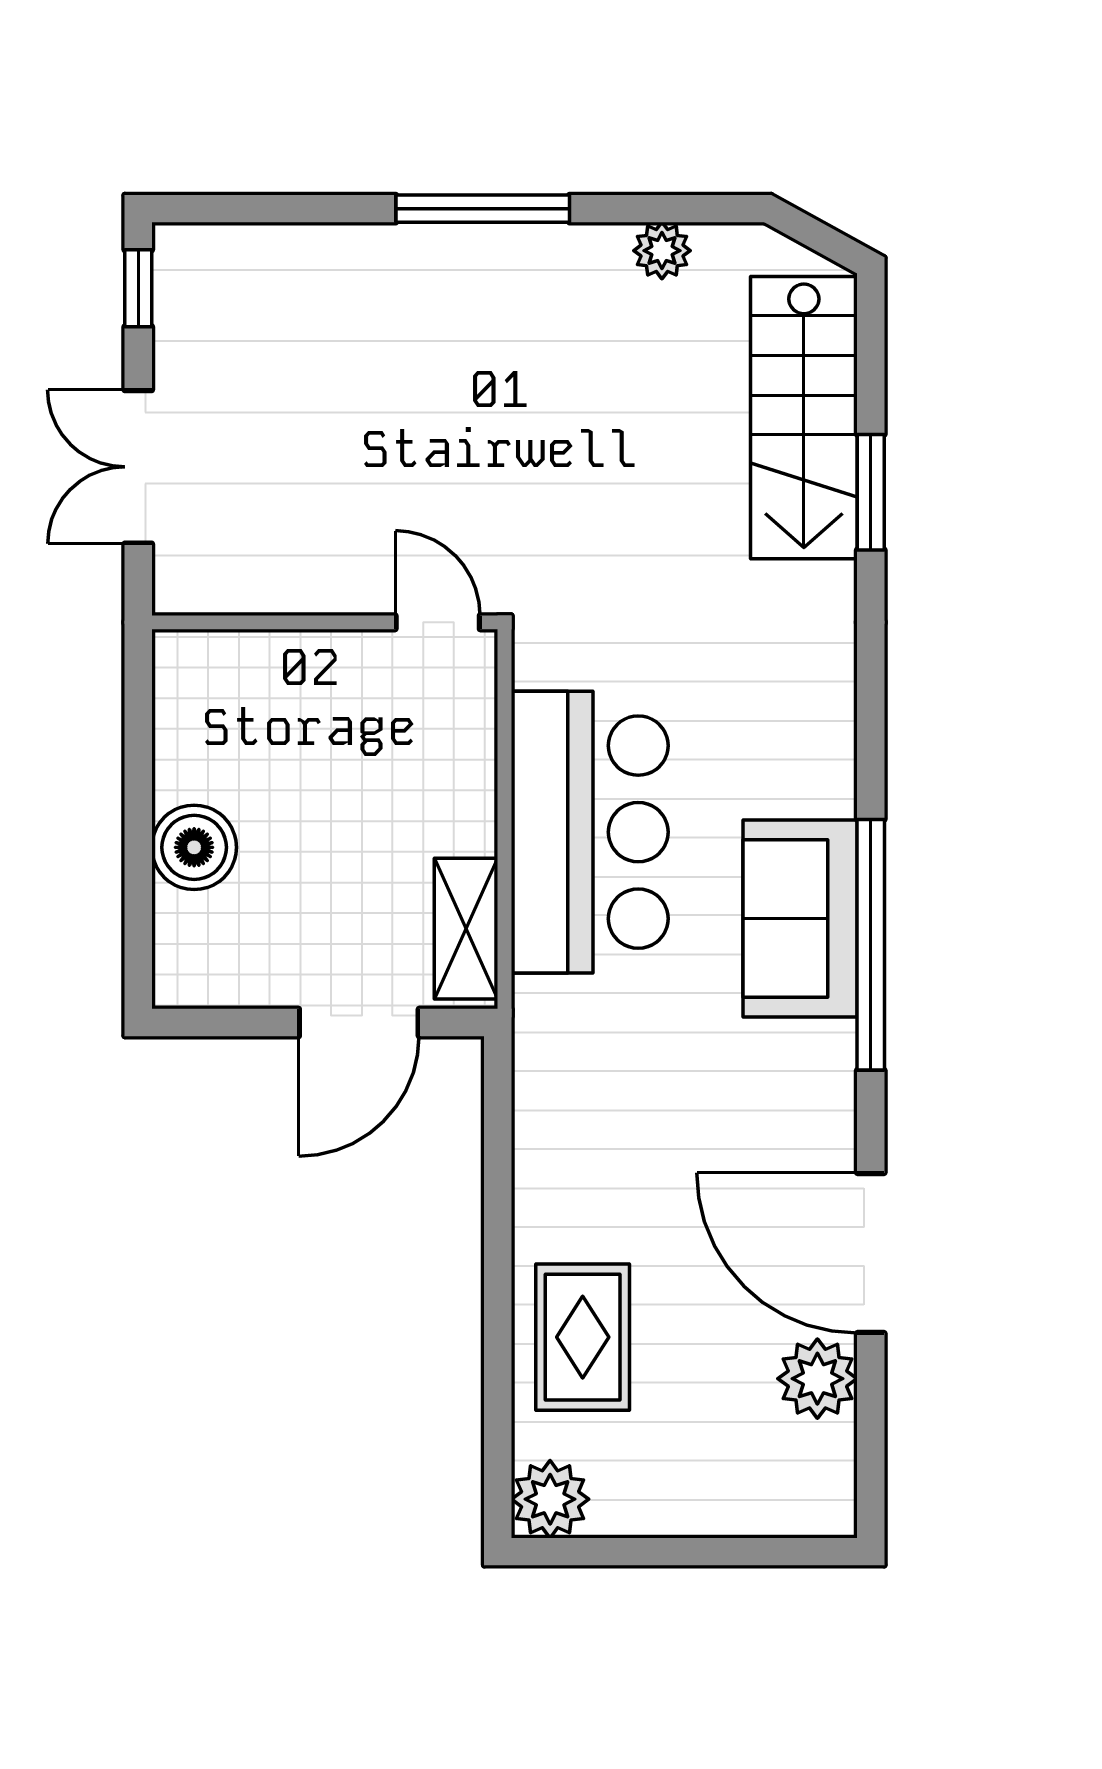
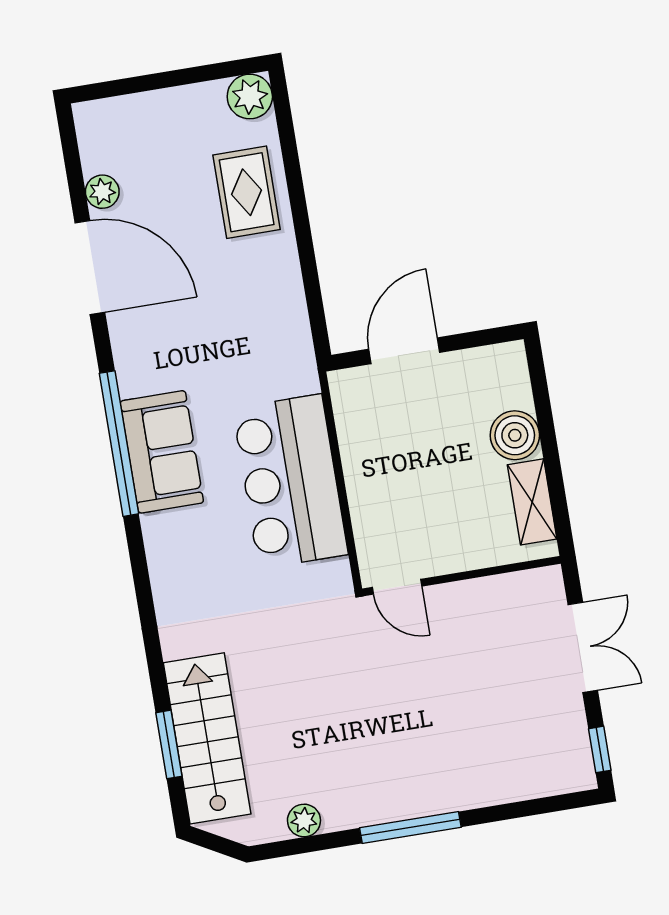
window: (871, 492) -> (169, 744), moved
shelving: (466, 929) -> (532, 502), moved
plant: (817, 1379) -> (102, 192), width x0.73, depth x0.73

